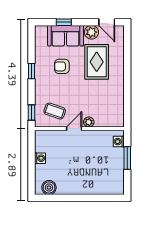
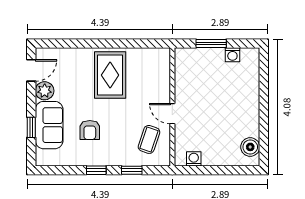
rug: (97, 62) -> (110, 75), moved, turned 90
window: (31, 113) -> (132, 170), moved
plant: (89, 122) -> (164, 94), removed
washing machine: (119, 142) -> (232, 55), moved
washing machine: (40, 158) -> (194, 159), moved

